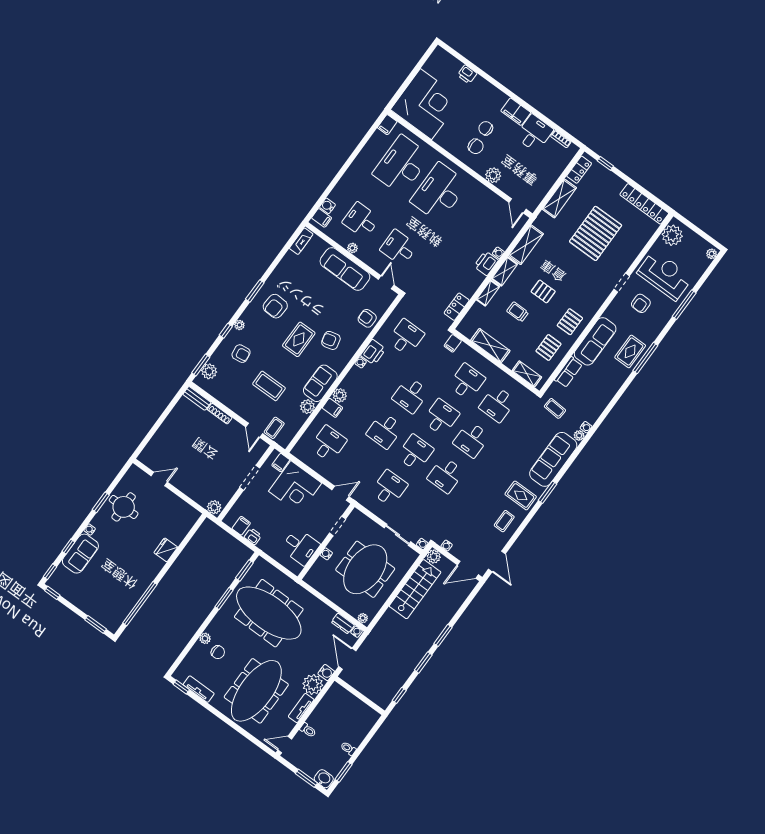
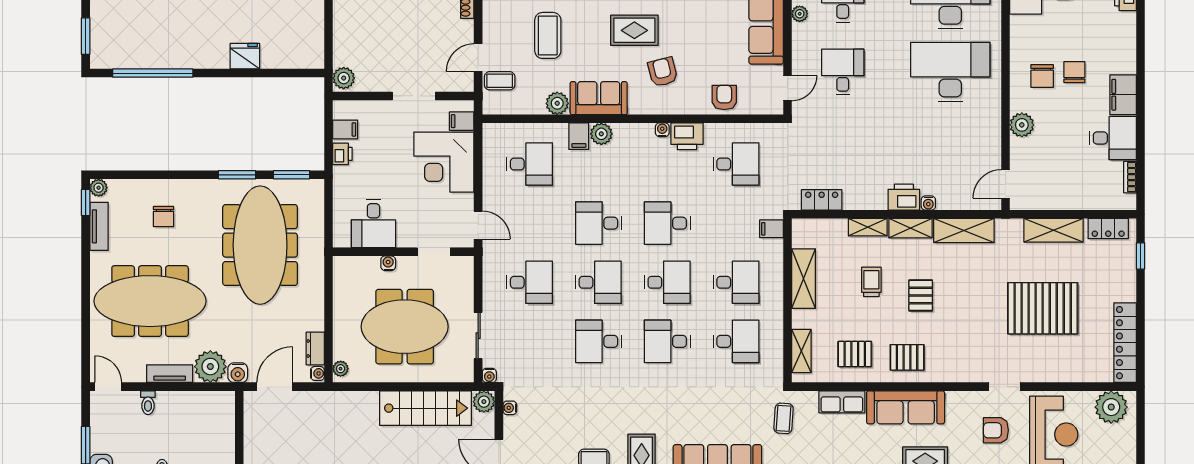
desk: (497, 404) -> (736, 341), turned 180
plant: (205, 638) -> (99, 188), moved

